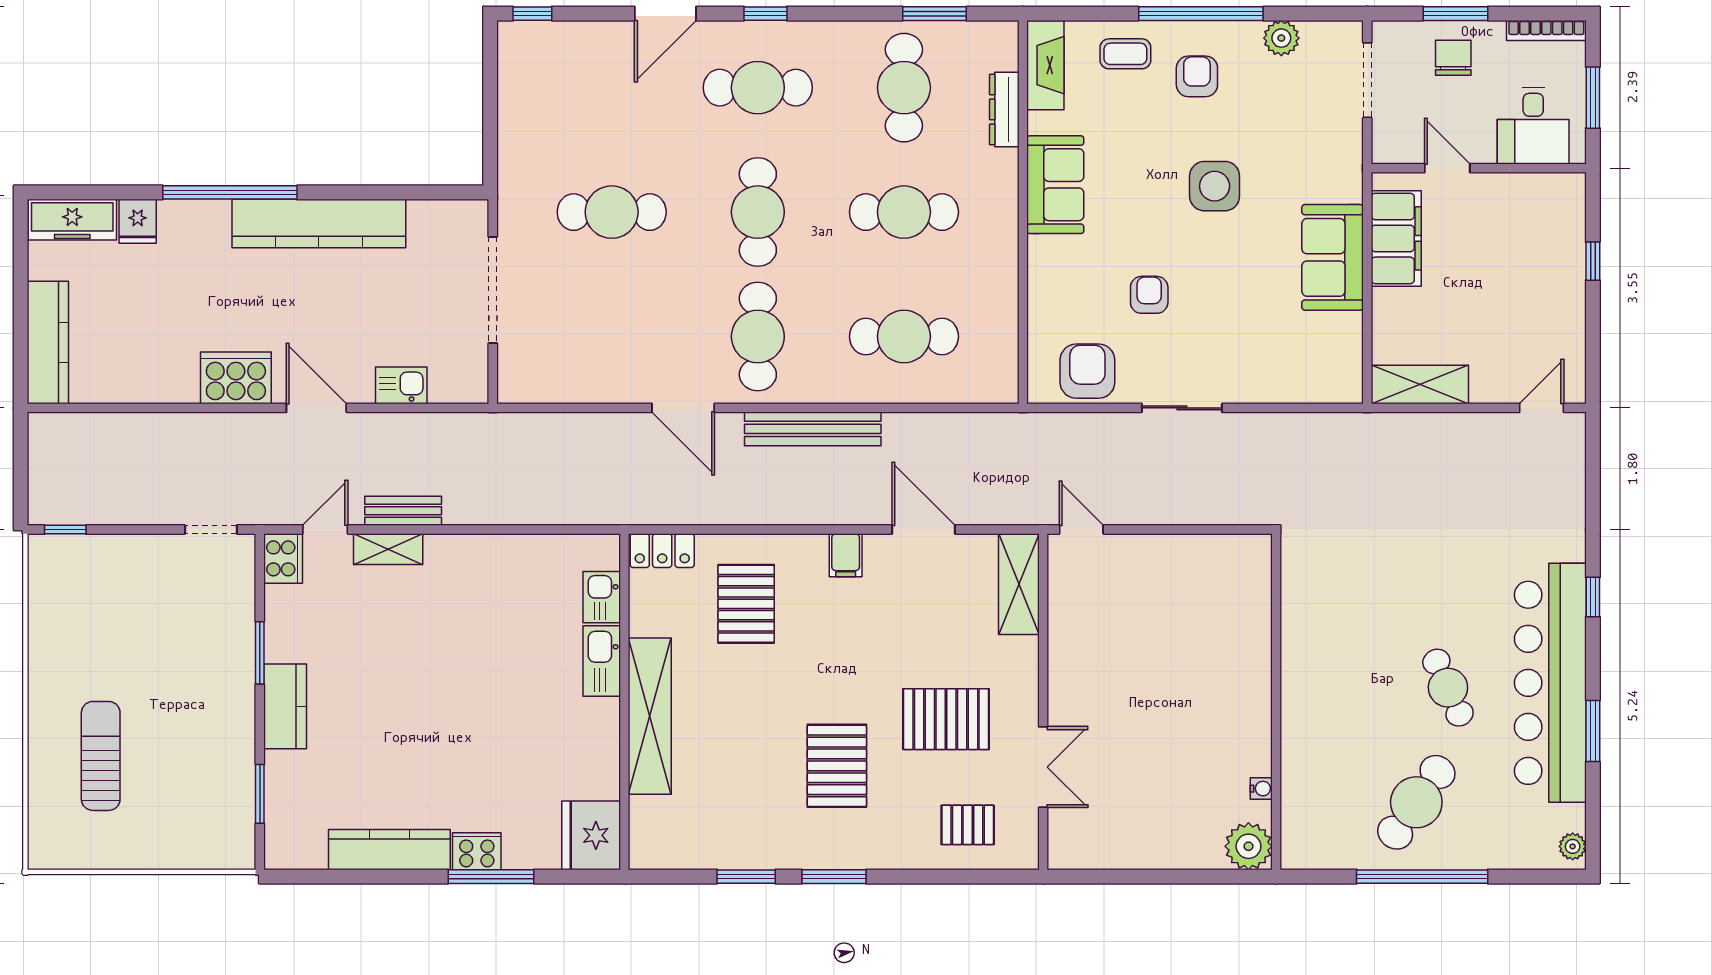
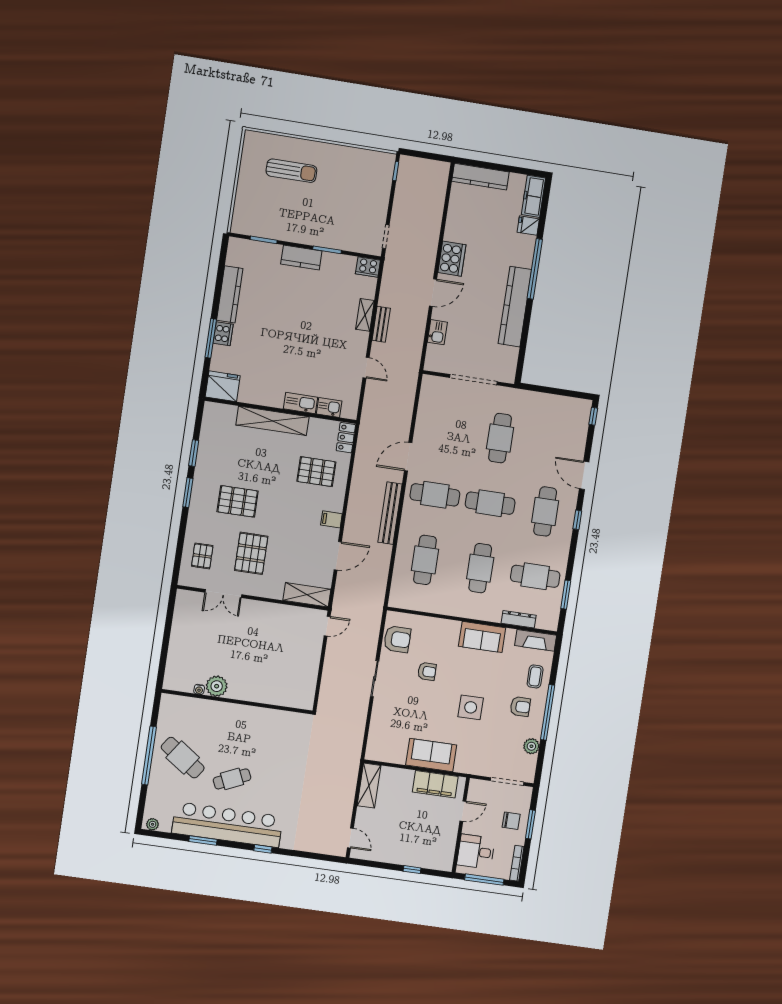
window: (1593, 98) -> (484, 880), width x1.44
door: (325, 529) -> (366, 368), moved
plant: (1248, 846) -> (217, 686), moved

